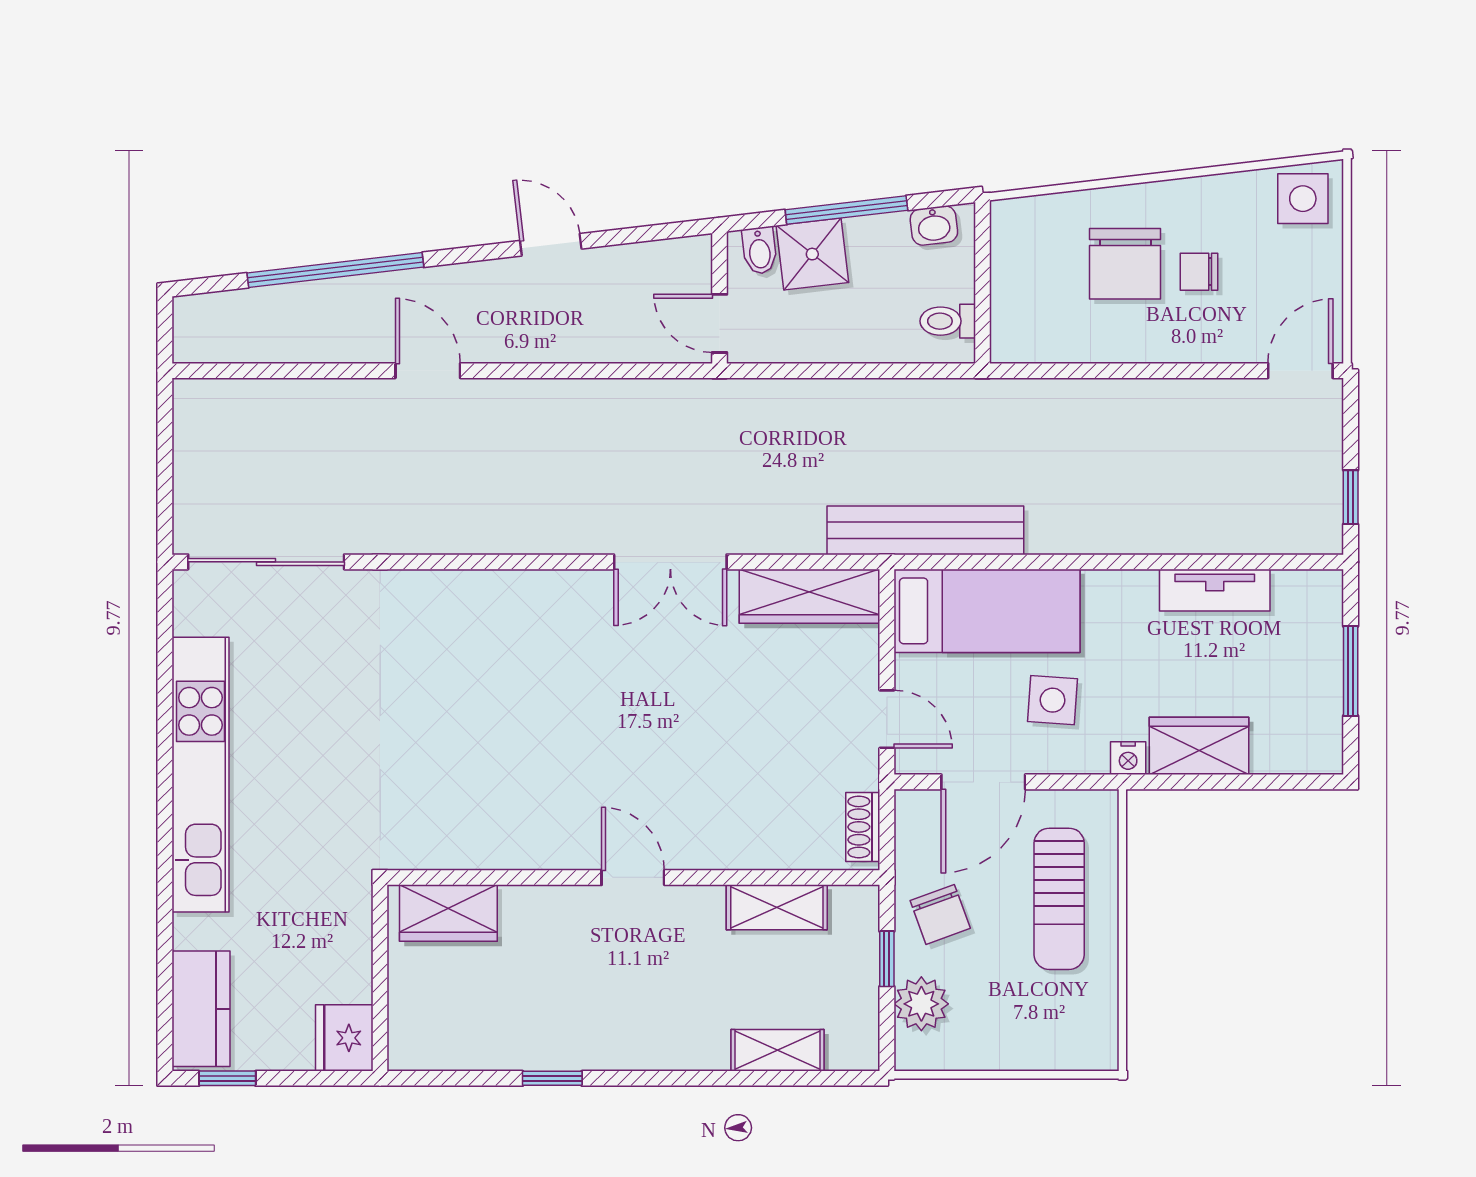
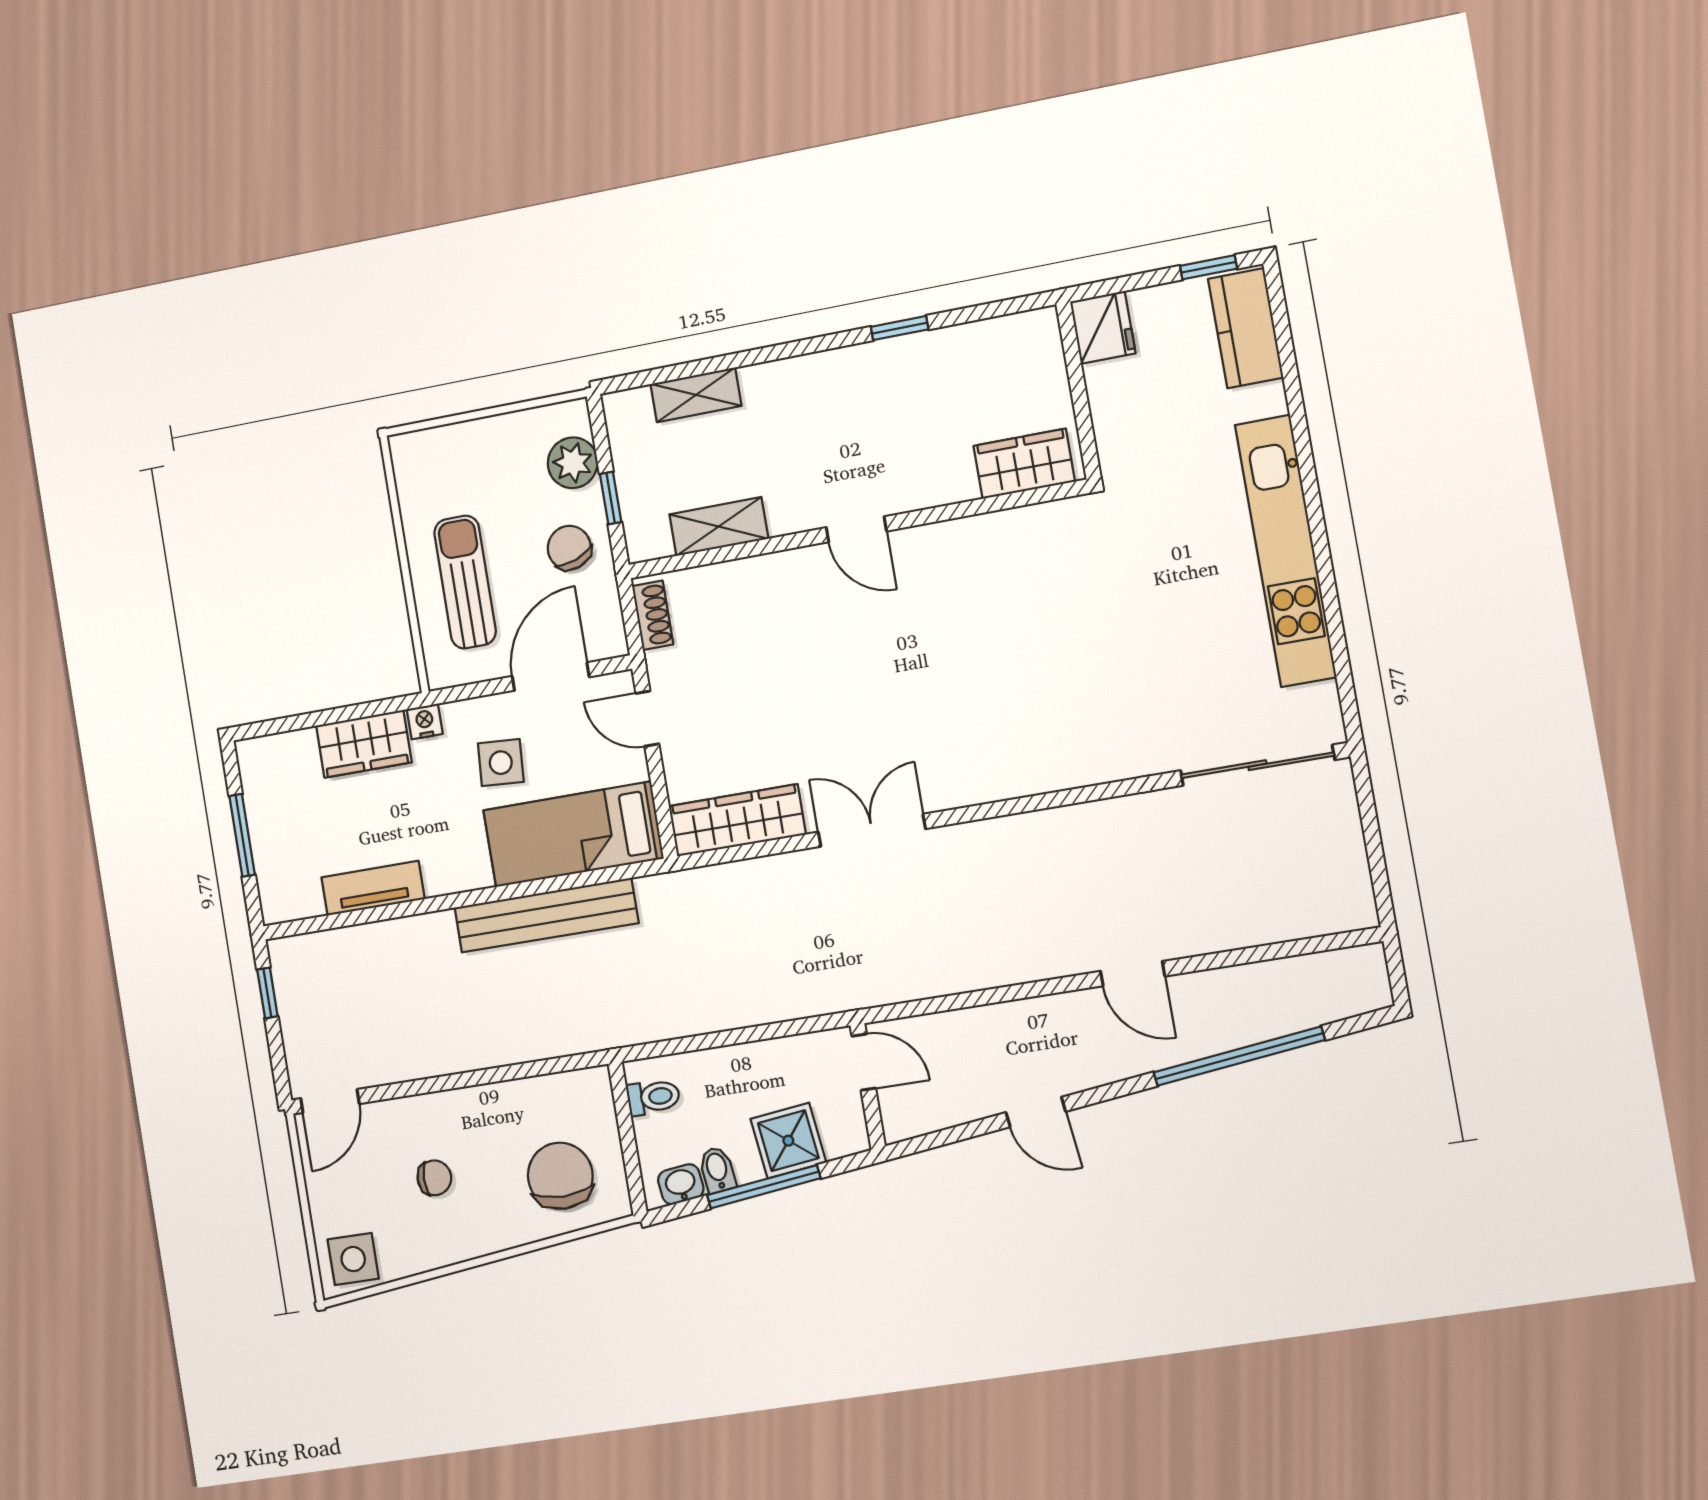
bidet: (760, 251) -> (717, 1170), moved
chair: (1125, 264) -> (560, 1176), moved
bench: (925, 530) -> (546, 915), moved

